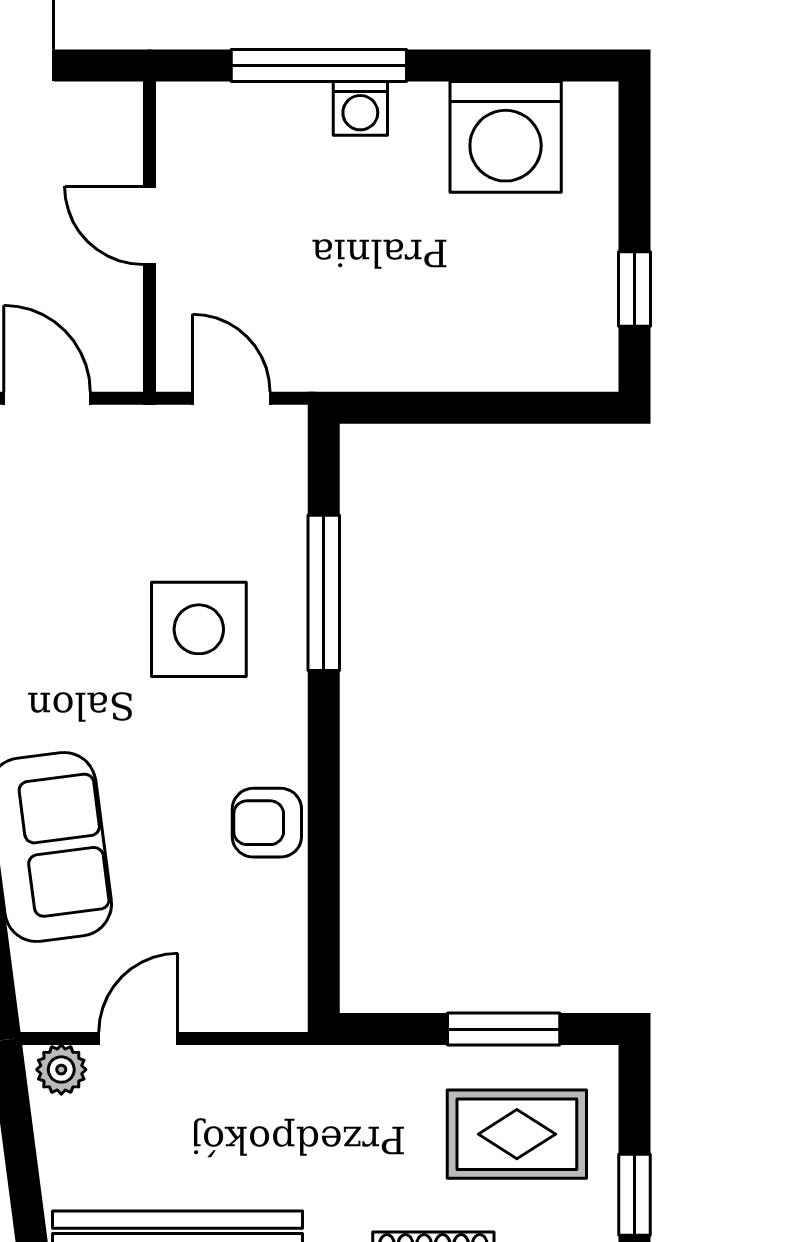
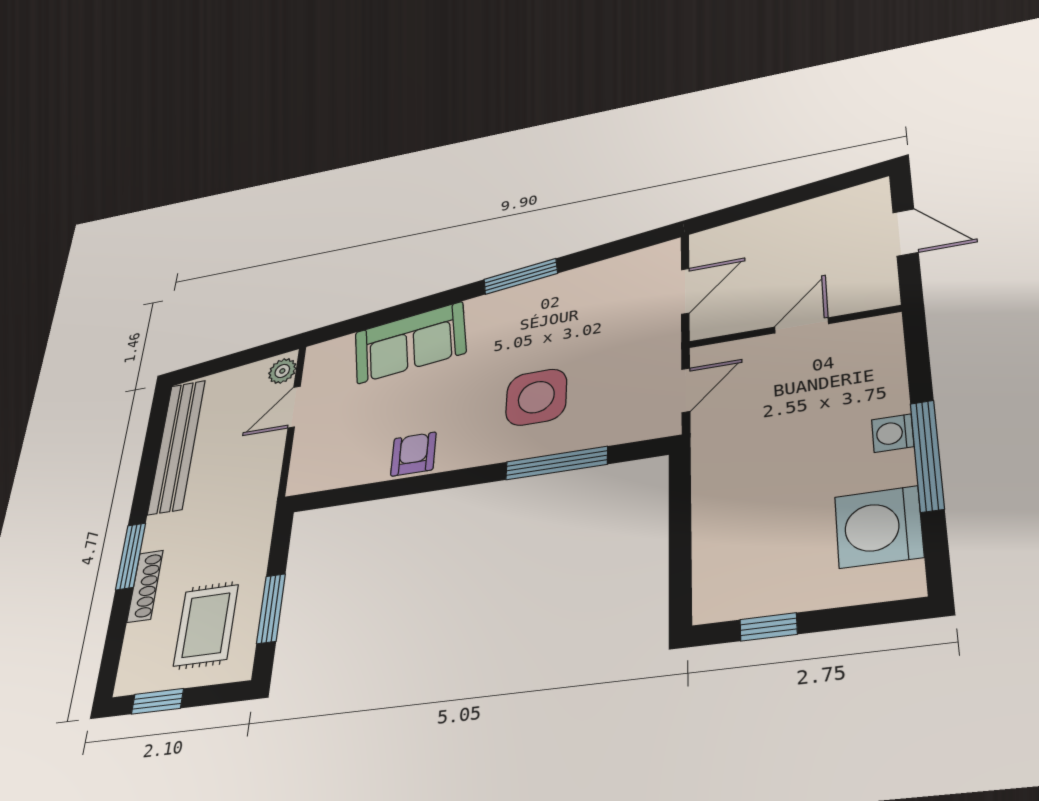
window: (319, 65) -> (927, 456), moved
door: (138, 1039) -> (294, 407), swing flipped

